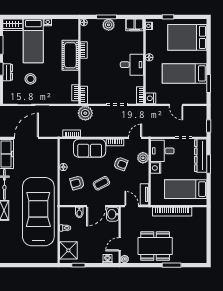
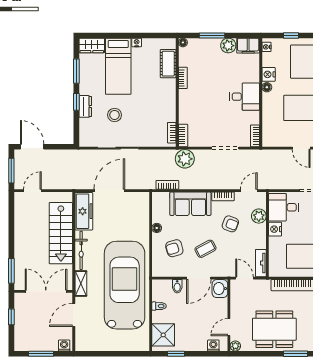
plant: (109, 25) -> (228, 46), moved
cot: (70, 55) -> (168, 64), moved, width x0.73, depth x0.75
nightstand: (151, 98) -> (269, 74), moved

